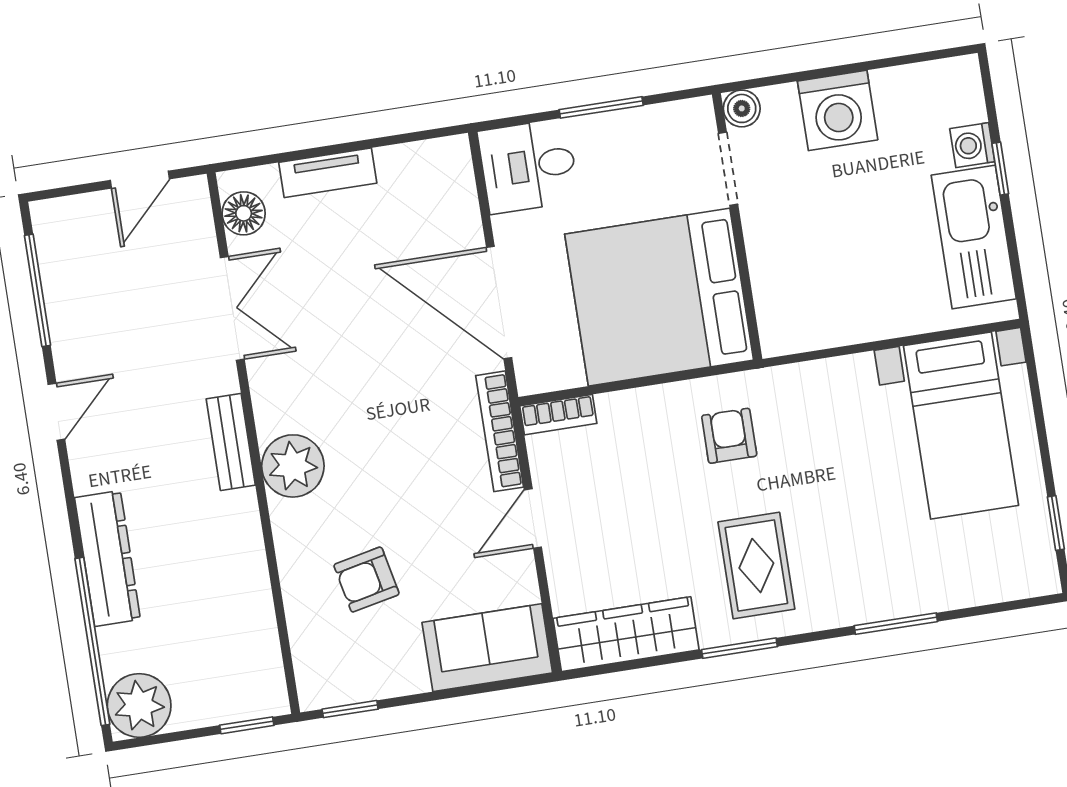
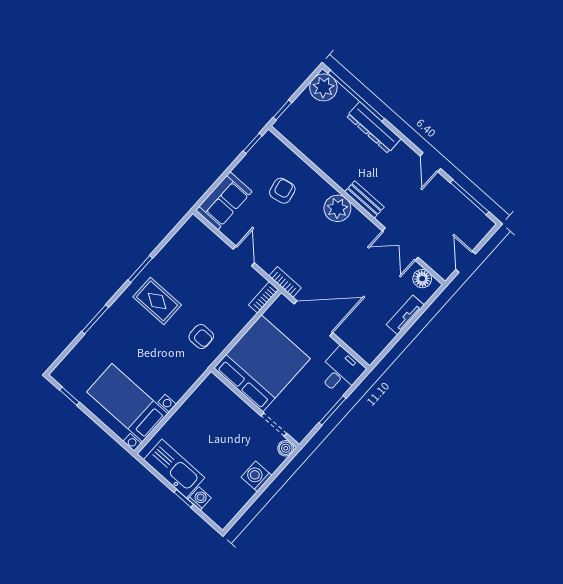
washing machine: (838, 110) -> (256, 476), width x0.73, depth x0.73
bookcase: (500, 431) -> (285, 282), width x0.64
wardrobe: (626, 634) -> (182, 243), removed

